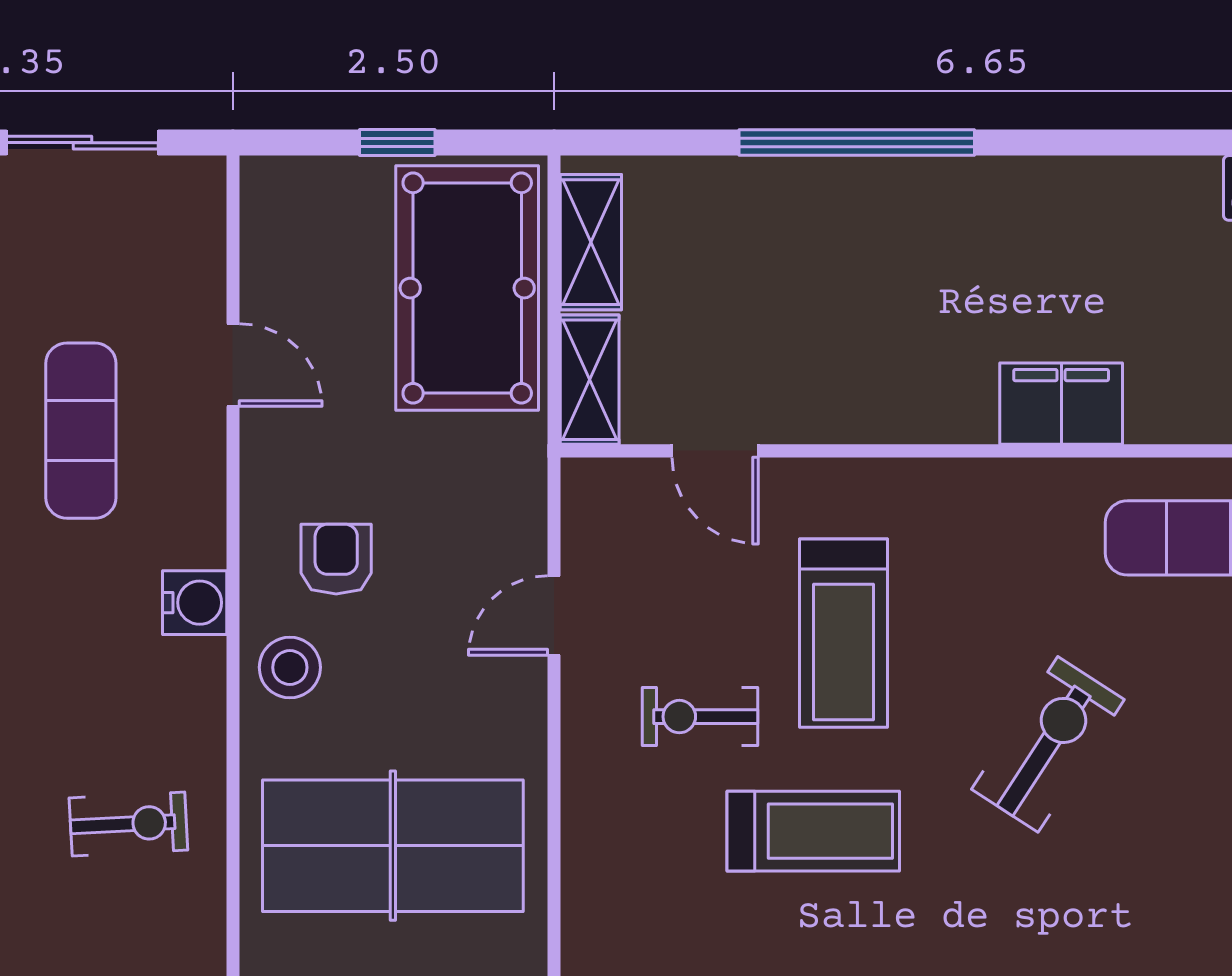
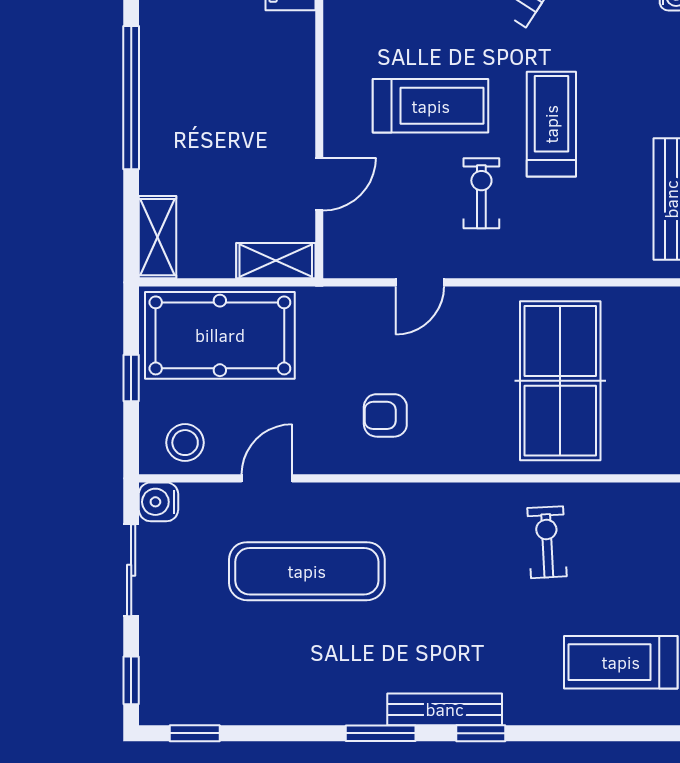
shelving: (591, 242) -> (158, 237), moved, turned 90
exercise mat: (81, 431) -> (307, 571), width x1.36, depth x1.45
water cooler: (195, 603) -> (159, 502), moved, turned -90
door: (554, 615) -> (420, 282), hinge flipped
stool: (290, 667) -> (185, 443), moved
exercise bike: (700, 717) -> (481, 193), turned 180

